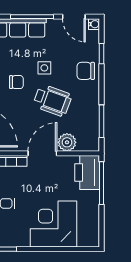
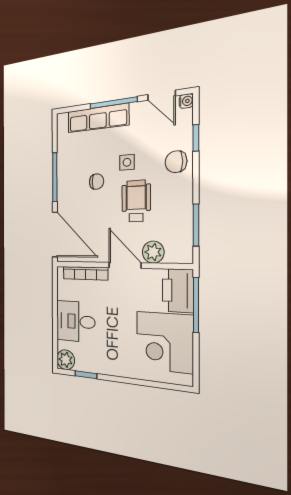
wheelchair: (52, 100) -> (136, 201), turned -110
door: (42, 153) -> (125, 265), hinge flipped
corner desk: (53, 224) -> (164, 342), moved, turned -90

